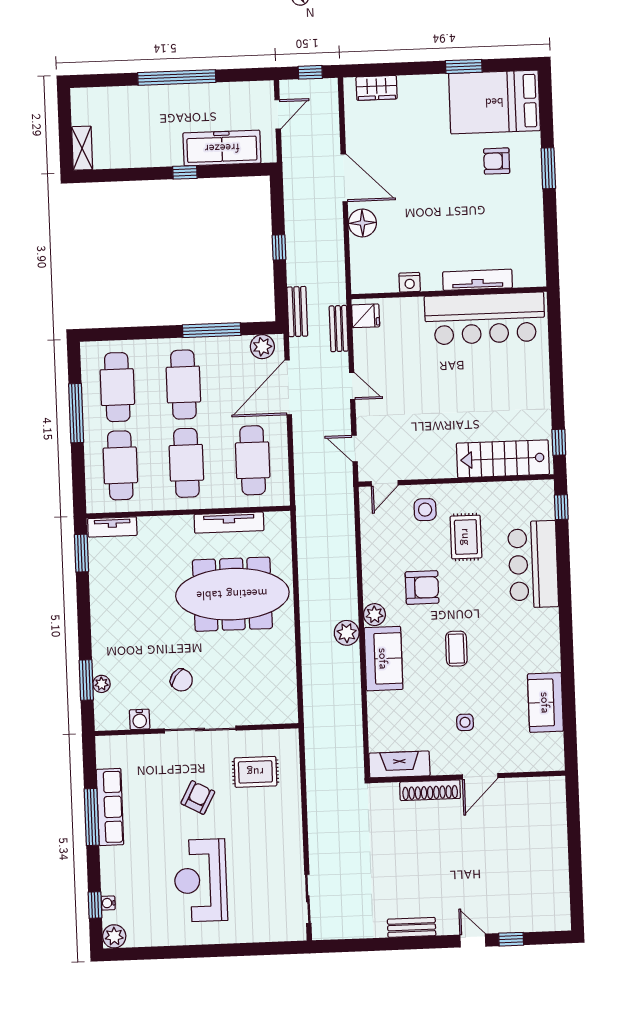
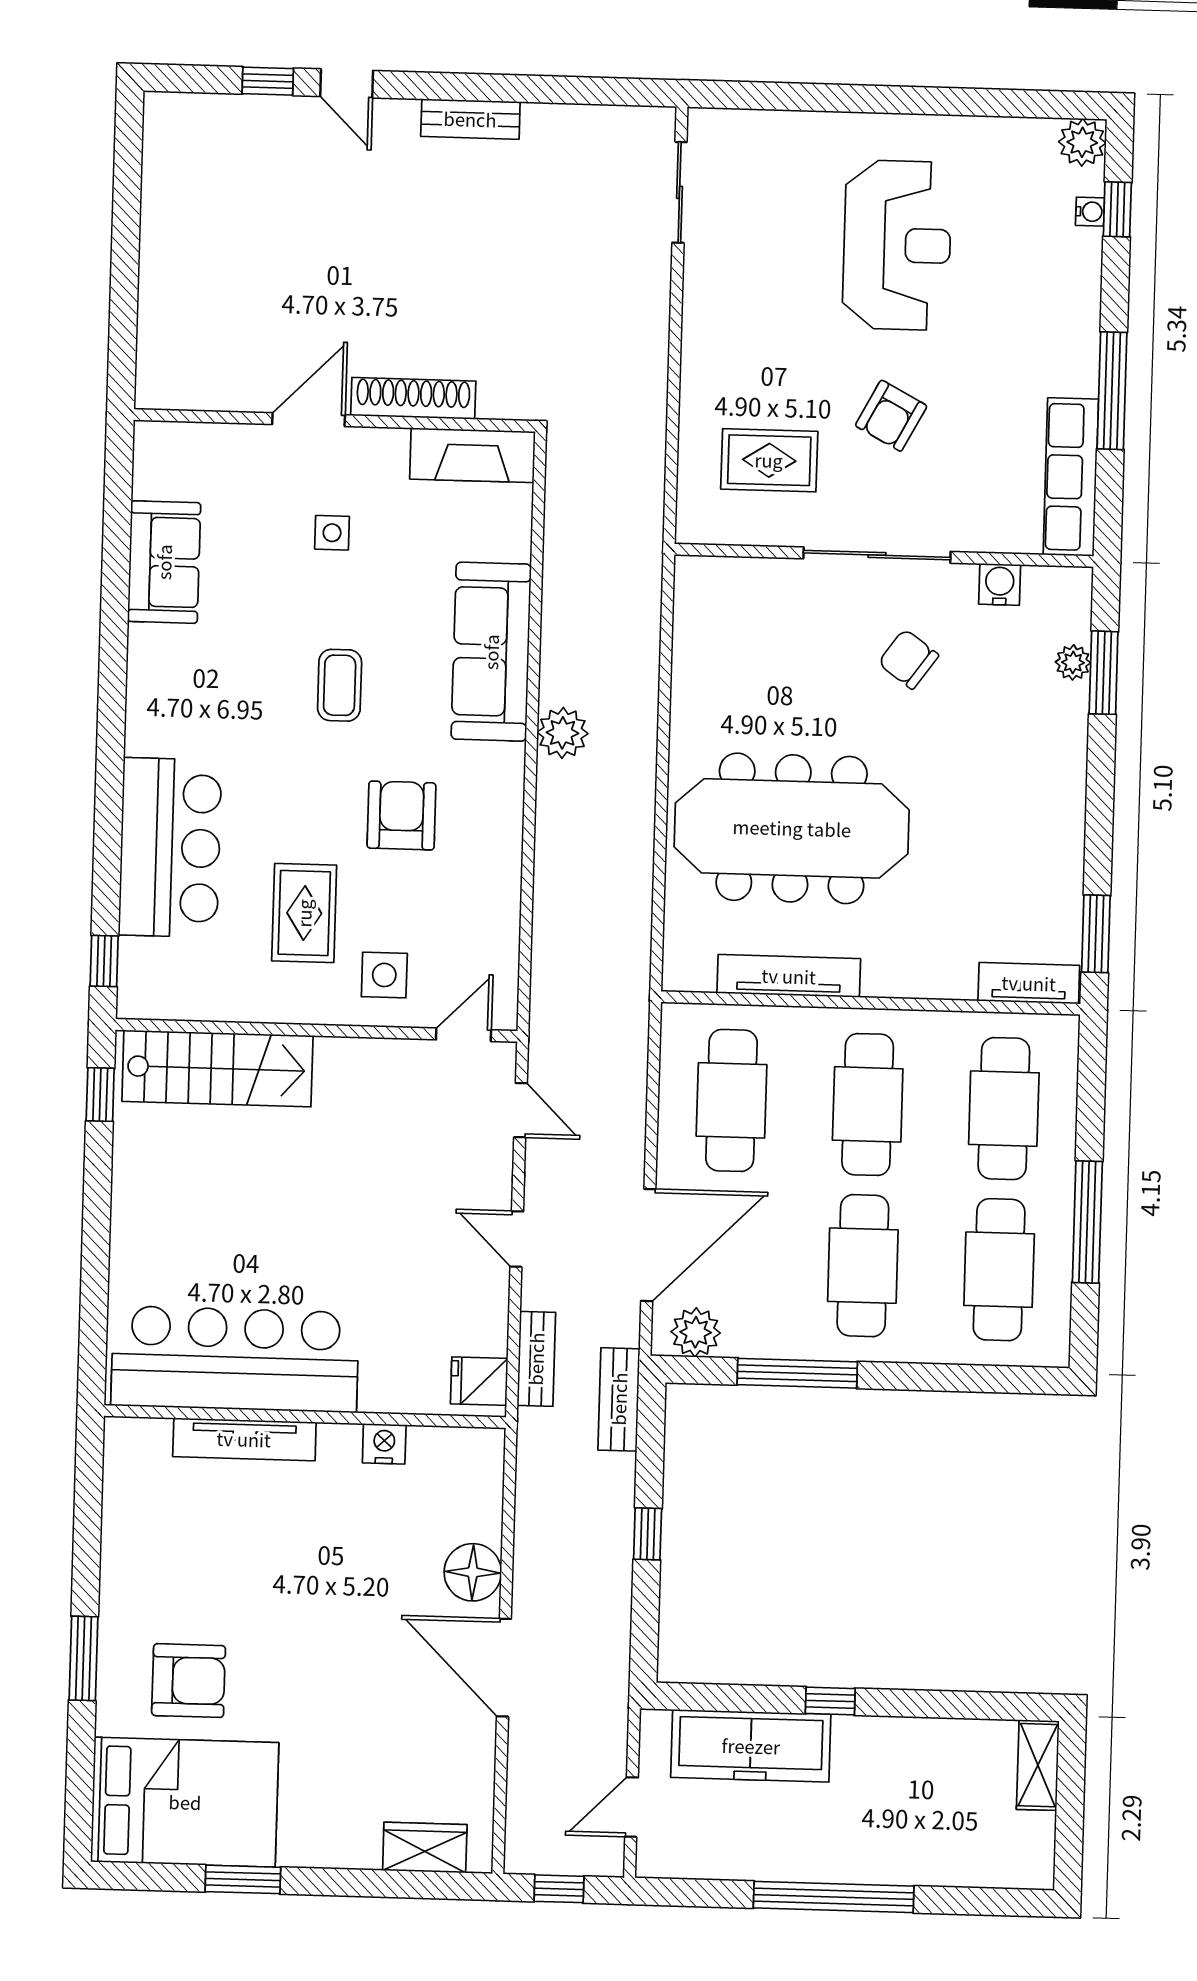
armchair: (497, 161) -> (189, 1681), width x1.38, depth x1.38
armchair: (422, 587) -> (401, 816), turned 90
plant: (374, 615) -> (503, 767), removed
sofa: (383, 659) -> (491, 652), width x1.36
row of seats: (110, 807) -> (1071, 477), moved

